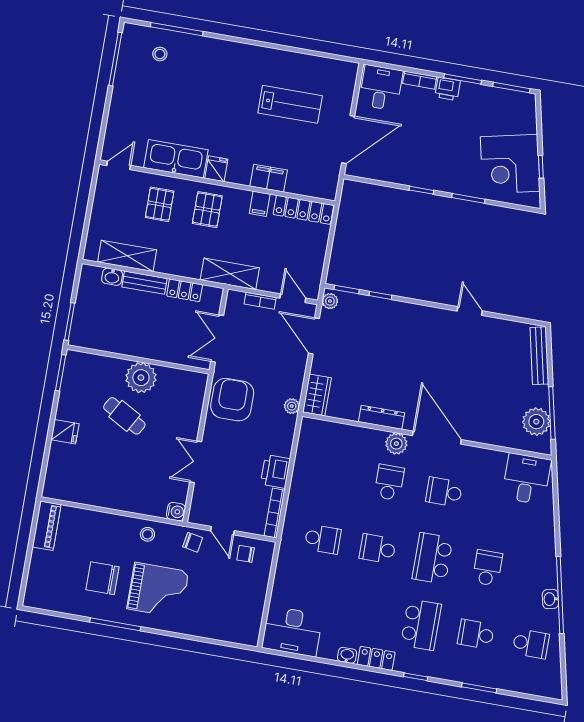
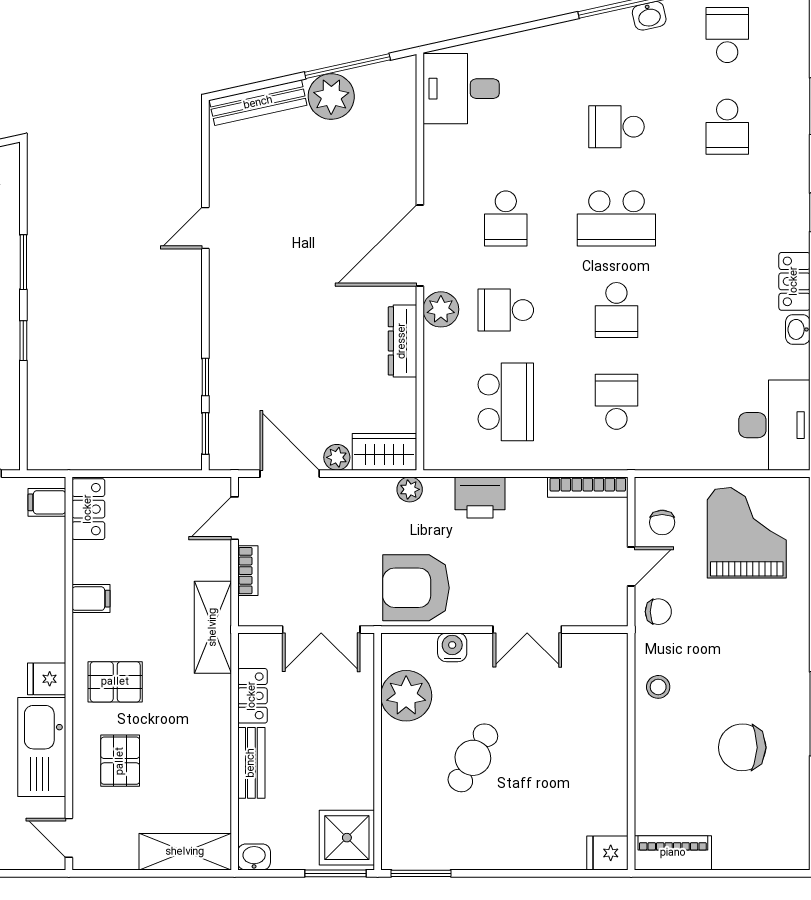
filing cabinet: (269, 178) -> (47, 502), moved, width x0.50
pallet: (160, 204) -> (120, 761), turned 90
locker: (303, 210) -> (88, 509), width x0.66
shelving: (127, 256) -> (185, 852), moved, turned 90
washbasin: (112, 277) -> (254, 857), moved, turned -90
plant: (330, 301) -> (337, 457), moved
shower: (90, 332) -> (347, 838), added
door: (314, 336) -> (290, 474), swing flipped
plant: (141, 378) -> (406, 696), moved
plant: (536, 422) -> (331, 97), moved
fridge: (65, 432) -> (607, 853), moved, turned -90
printer: (275, 471) -> (480, 497), moved
water cooler: (176, 512) -> (452, 647), moved
chair: (193, 542) -> (658, 612), turned 80
chair: (102, 578) -> (742, 747), turned 91
grand piano: (158, 590) -> (747, 533), moved
school desk: (421, 625) -> (506, 402), moved, turned 90

